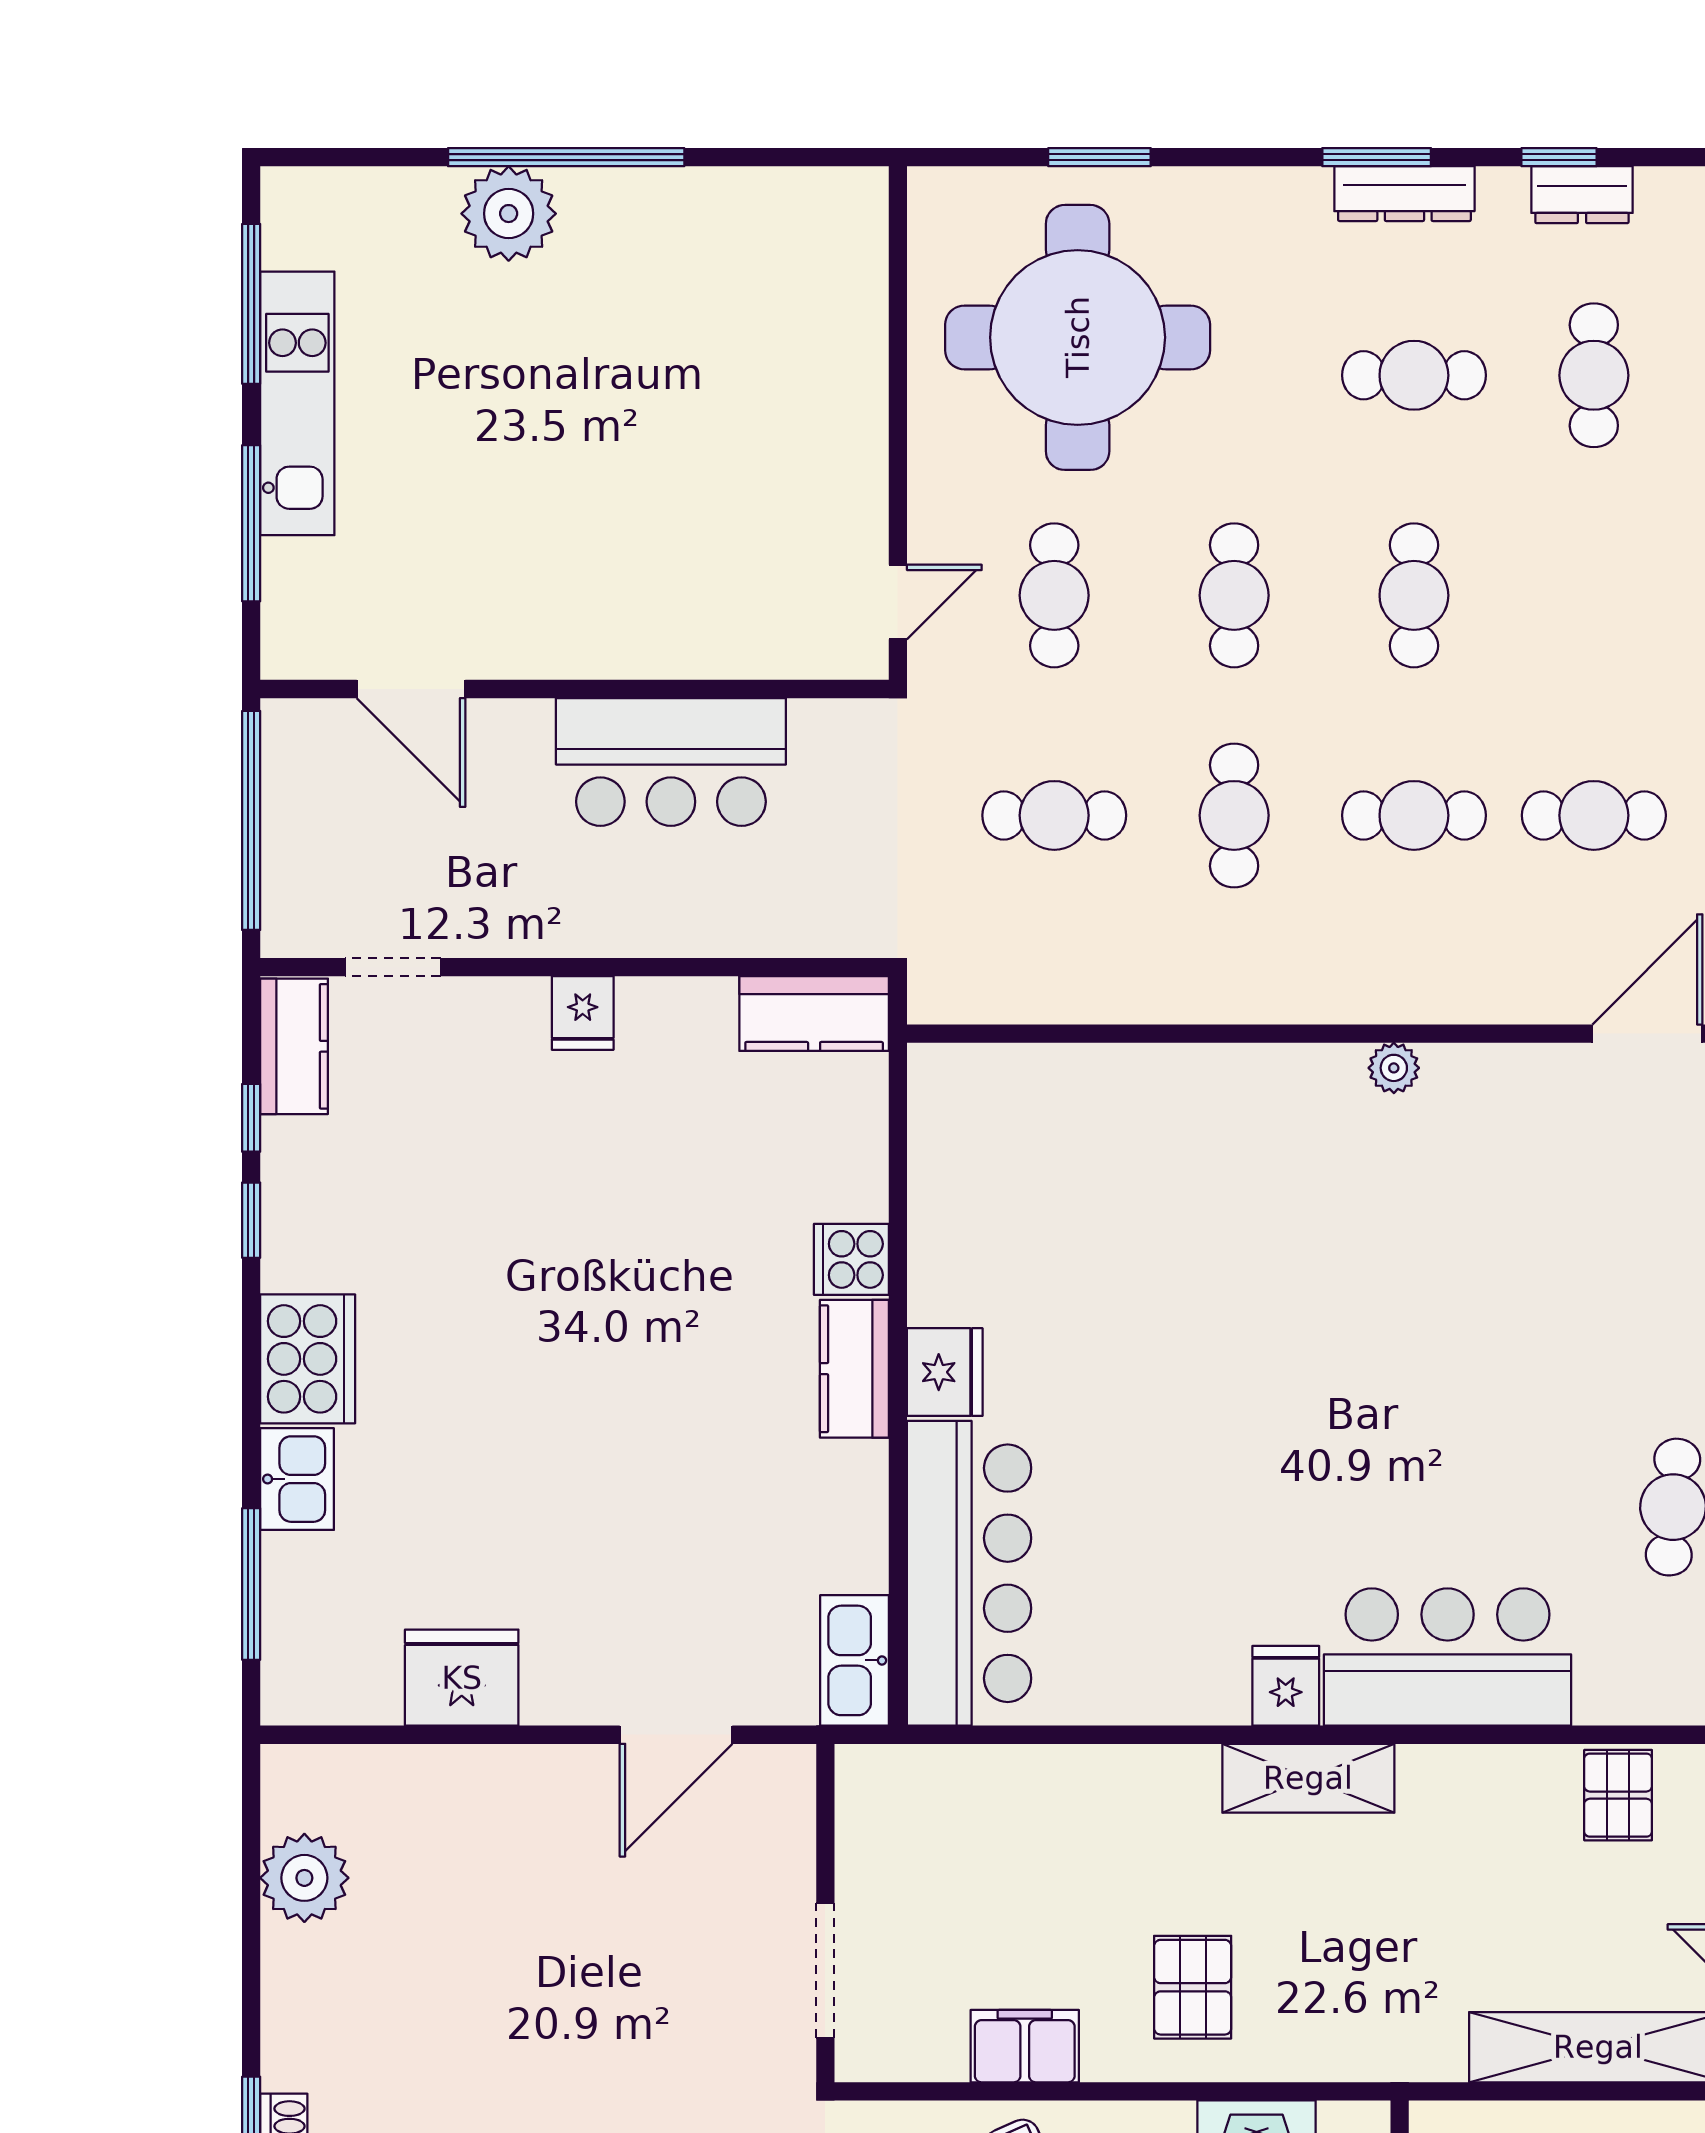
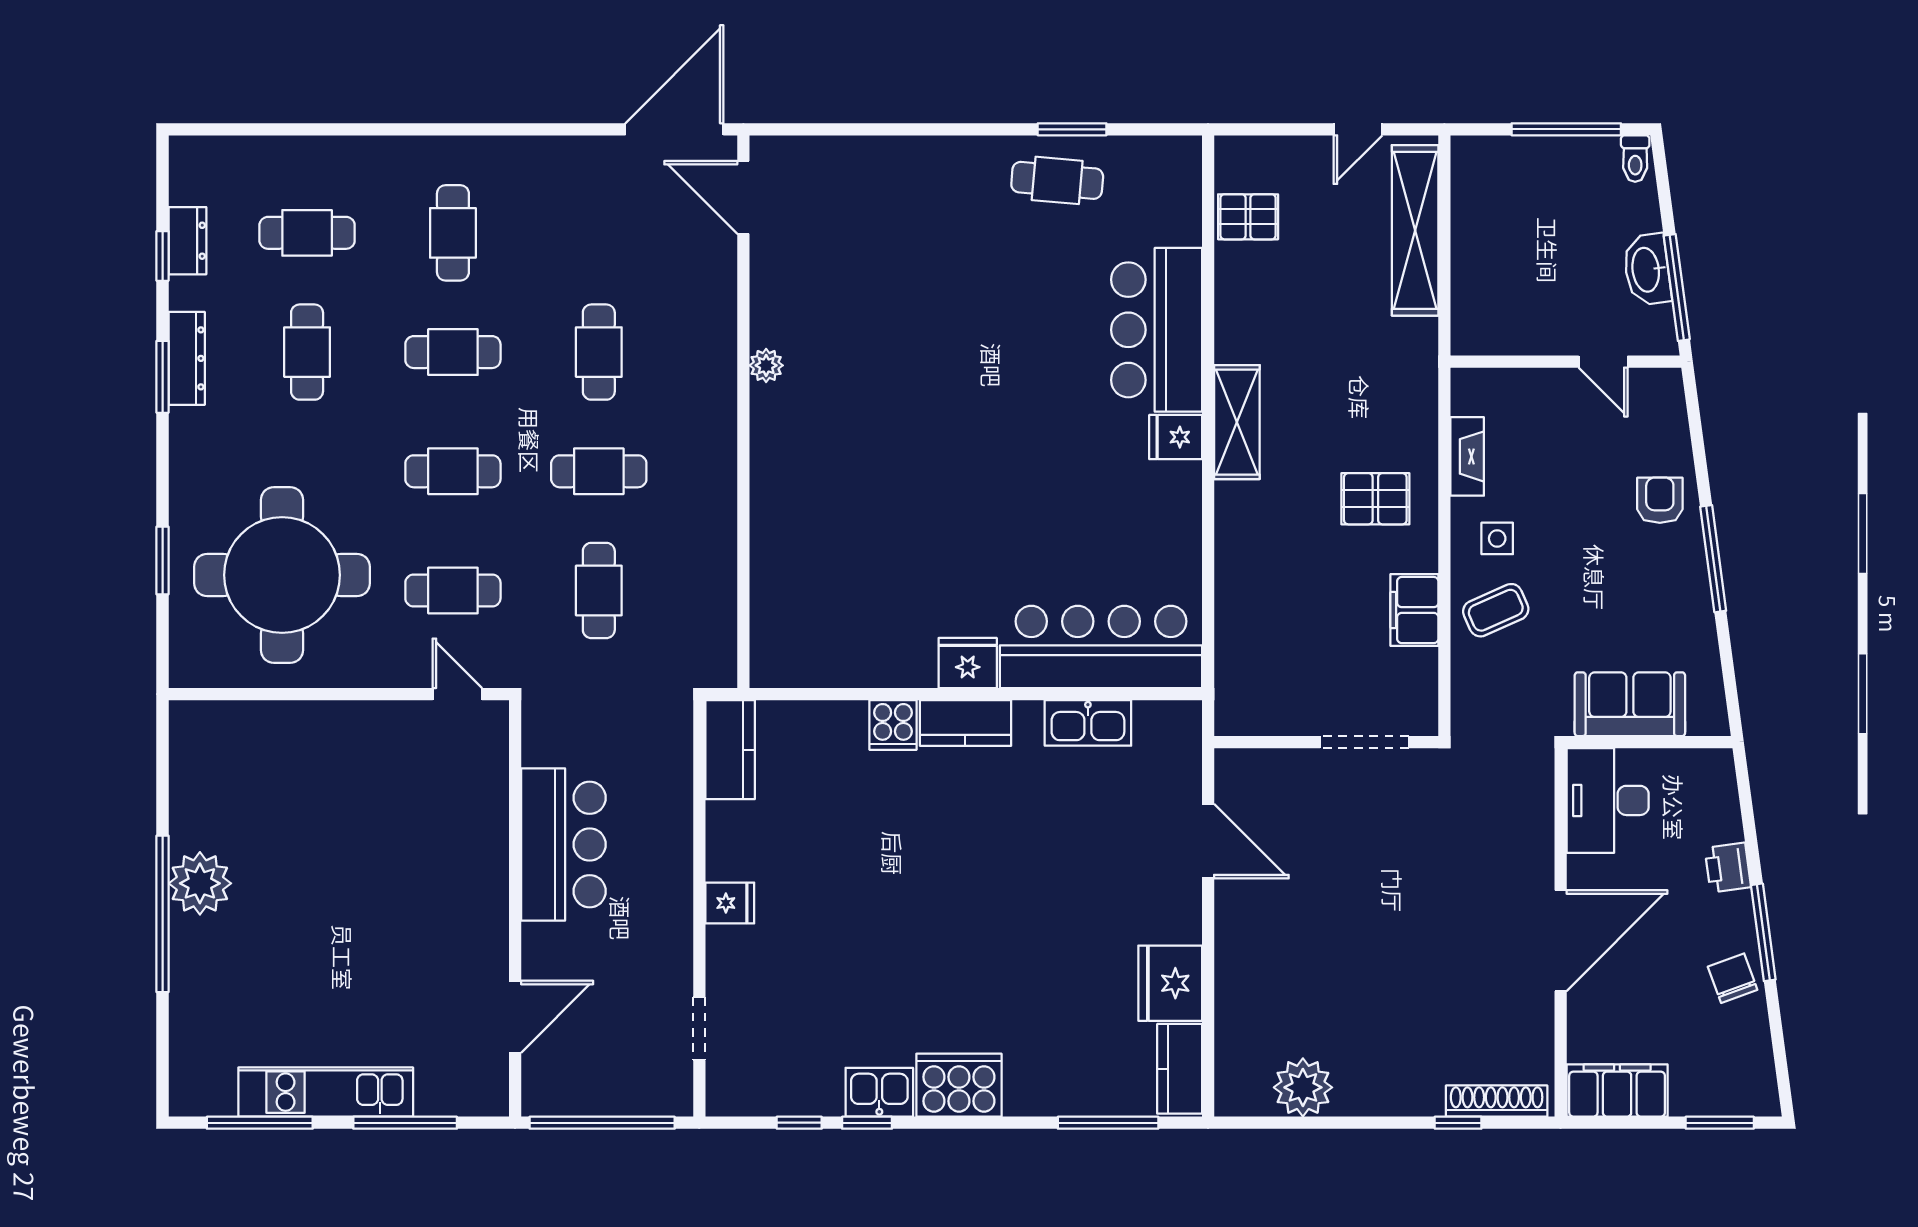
plant: (509, 214) -> (200, 883), moved
cafe table: (1594, 815) -> (453, 233), moved
kitchen counter: (294, 1046) -> (1180, 1069), moved, turned -90
kitchen sink: (297, 1479) -> (879, 1092), moved
kitchen sink: (854, 1660) -> (1088, 723), moved

